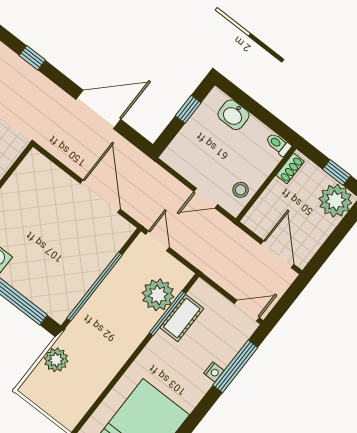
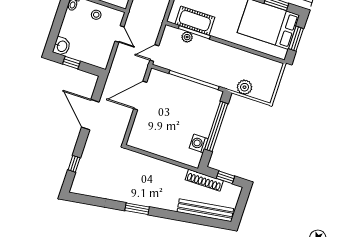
washbasin: (233, 115) -> (62, 46), moved
stool: (241, 190) -> (96, 15), moved
plant: (158, 295) -> (187, 37), width x0.53, depth x0.53
cot: (182, 318) -> (195, 21), width x1.37, depth x1.34

